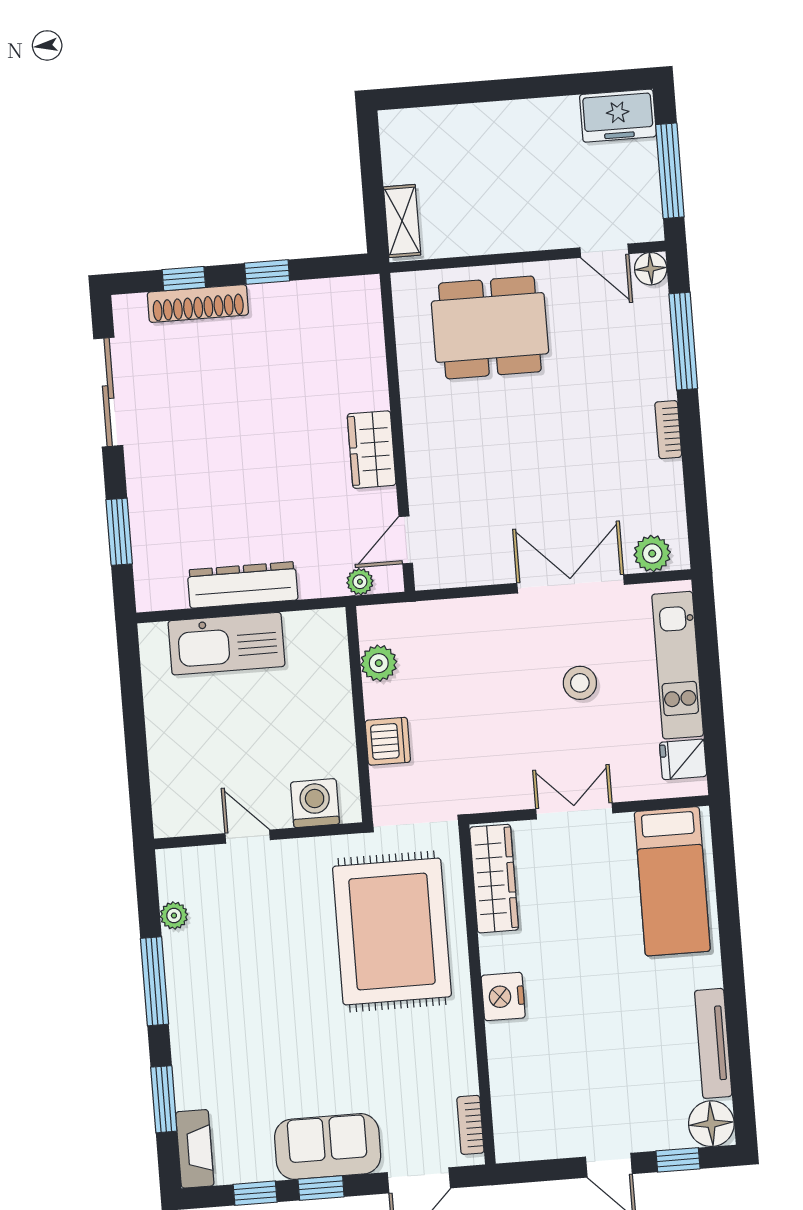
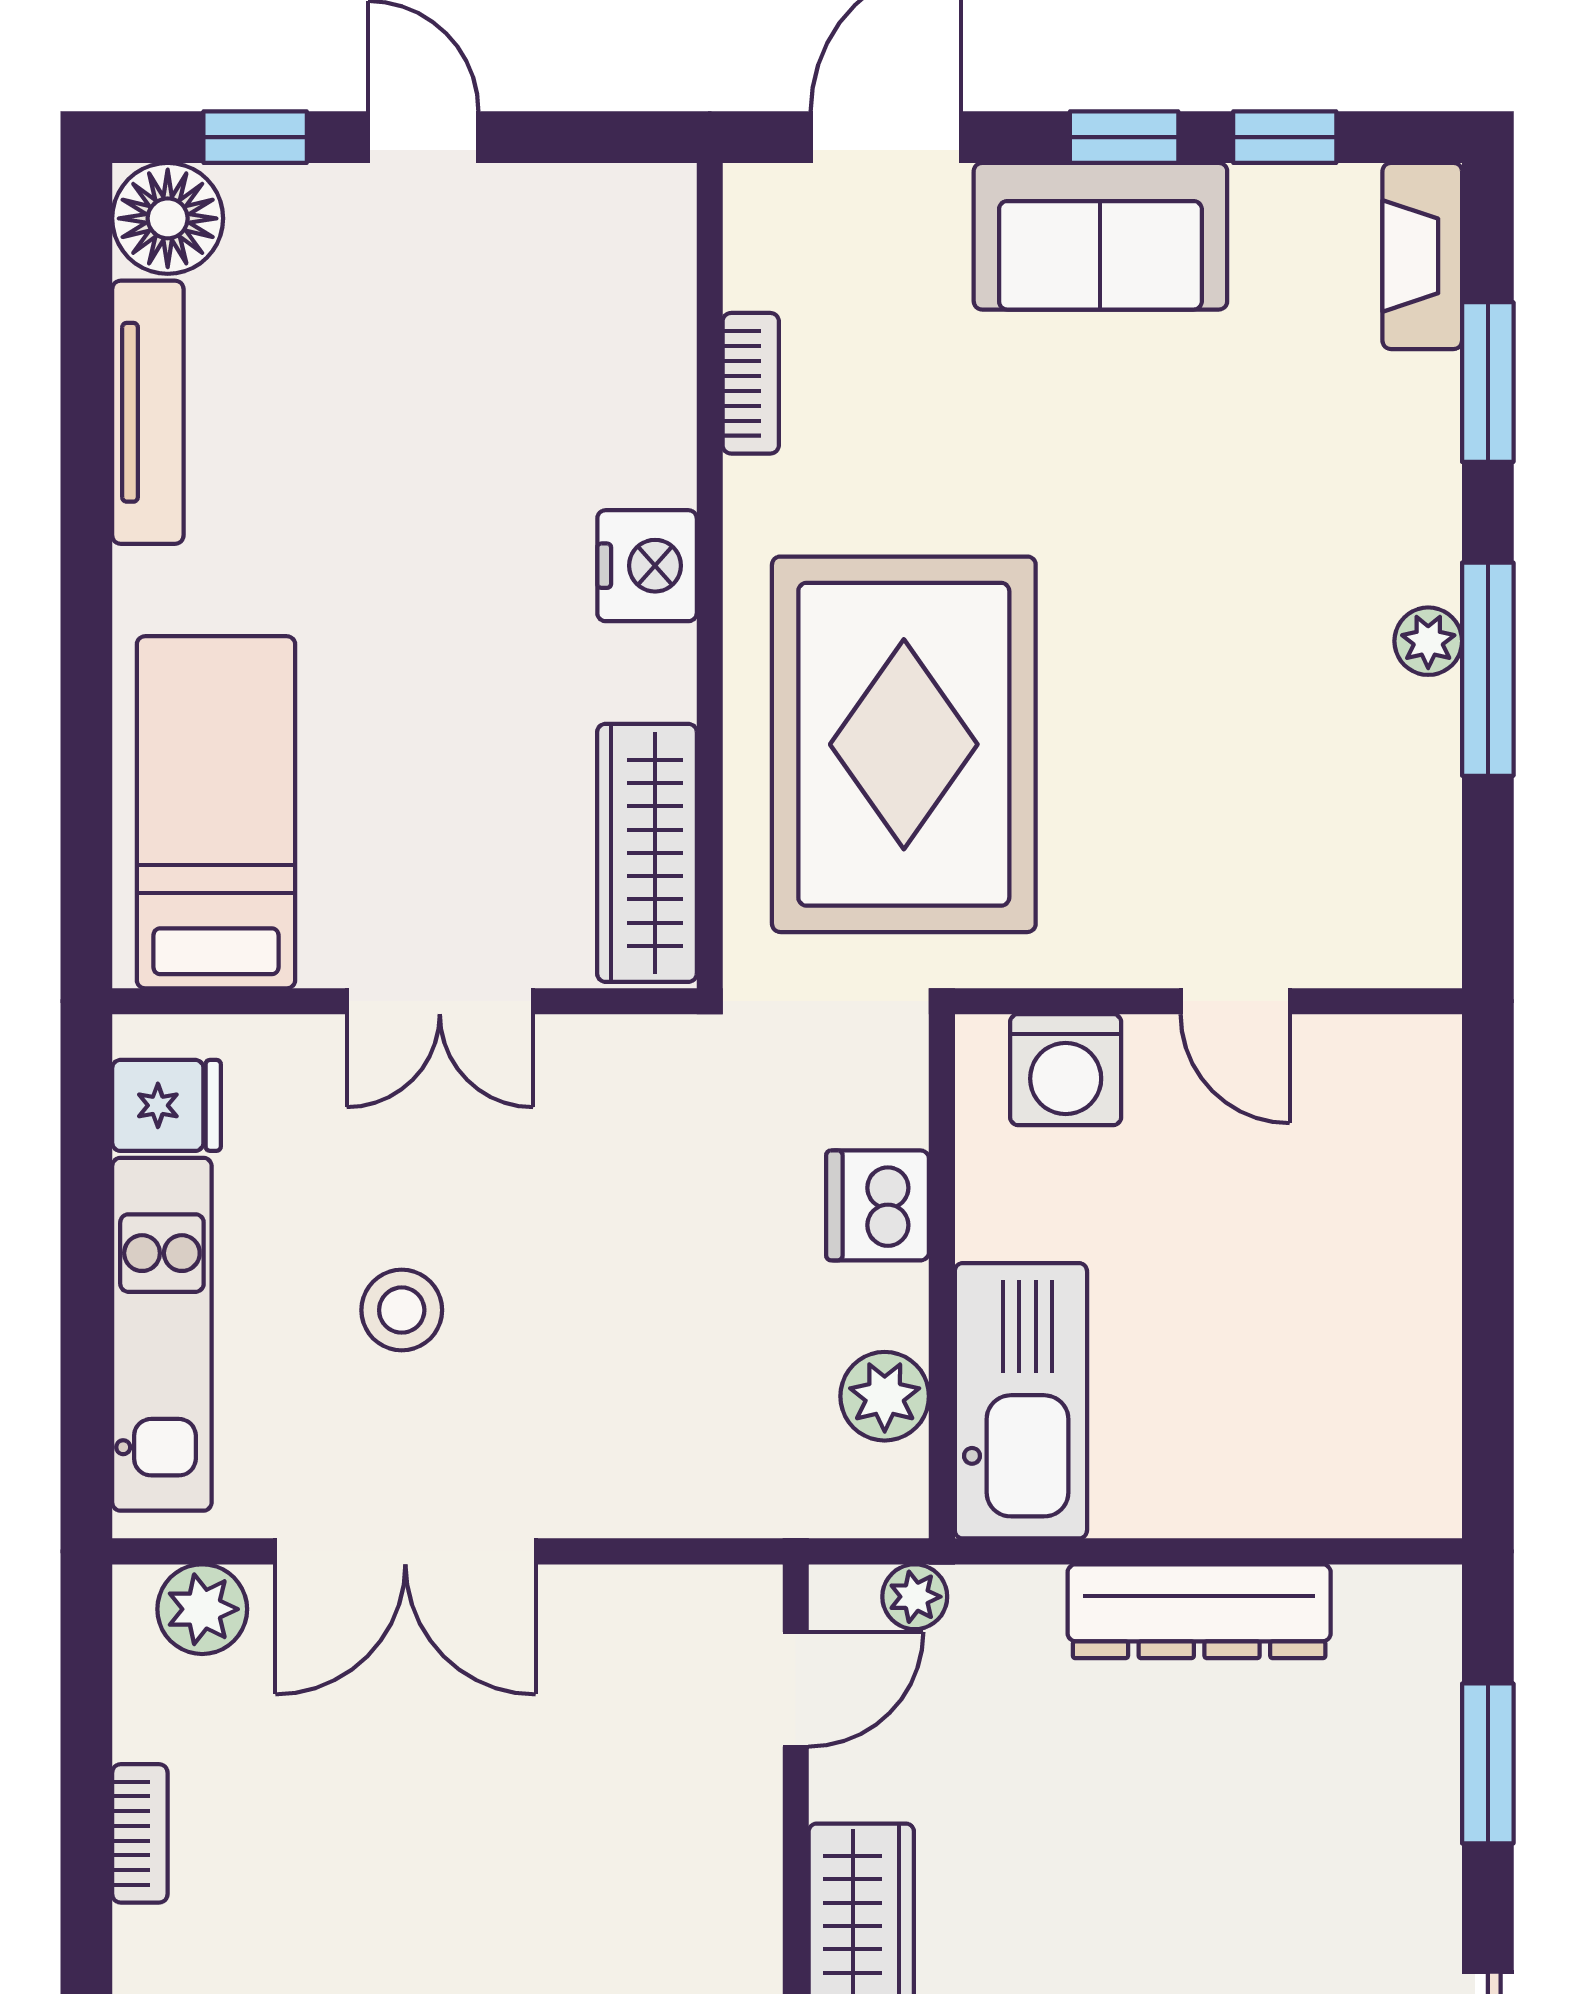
bookcase: (668, 430) -> (140, 1833), moved
kitchen sink: (226, 644) -> (1021, 1401), moved, turned 90
plant: (174, 916) -> (1428, 641), moved
bookcase: (470, 1125) -> (751, 383), moved

